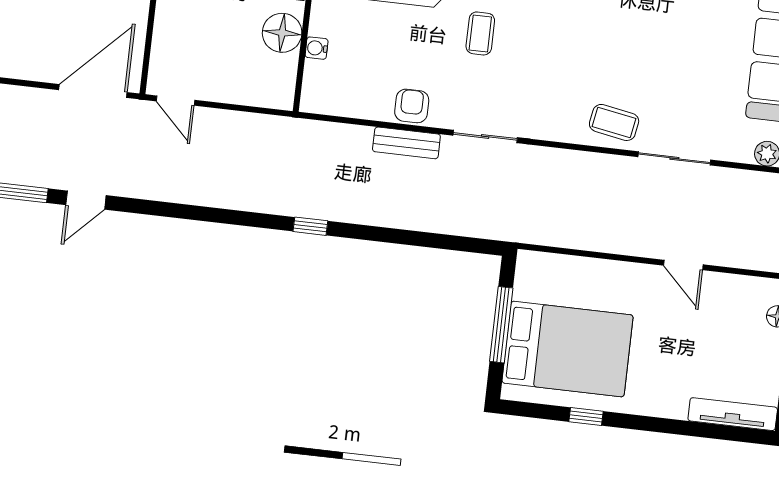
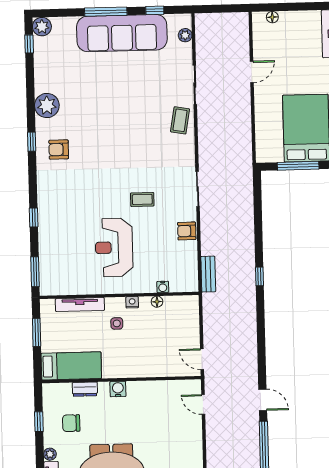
floor lamp: (282, 33) -> (157, 302), width x0.53, depth x0.53
door: (93, 91) -> (203, 404), width x0.53
door: (176, 101) -> (202, 359), swing flipped
bench: (406, 143) -> (208, 274), moved

